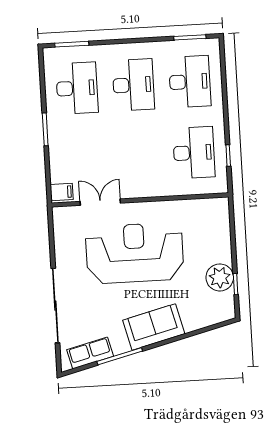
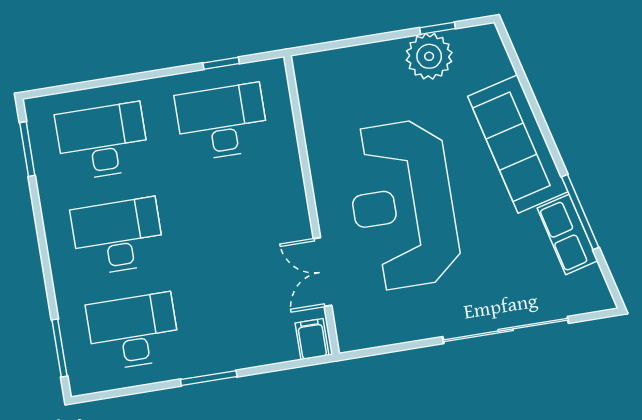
sofa: (154, 327) -> (518, 144), width x1.36
row of seats: (90, 353) -> (567, 234), moved

